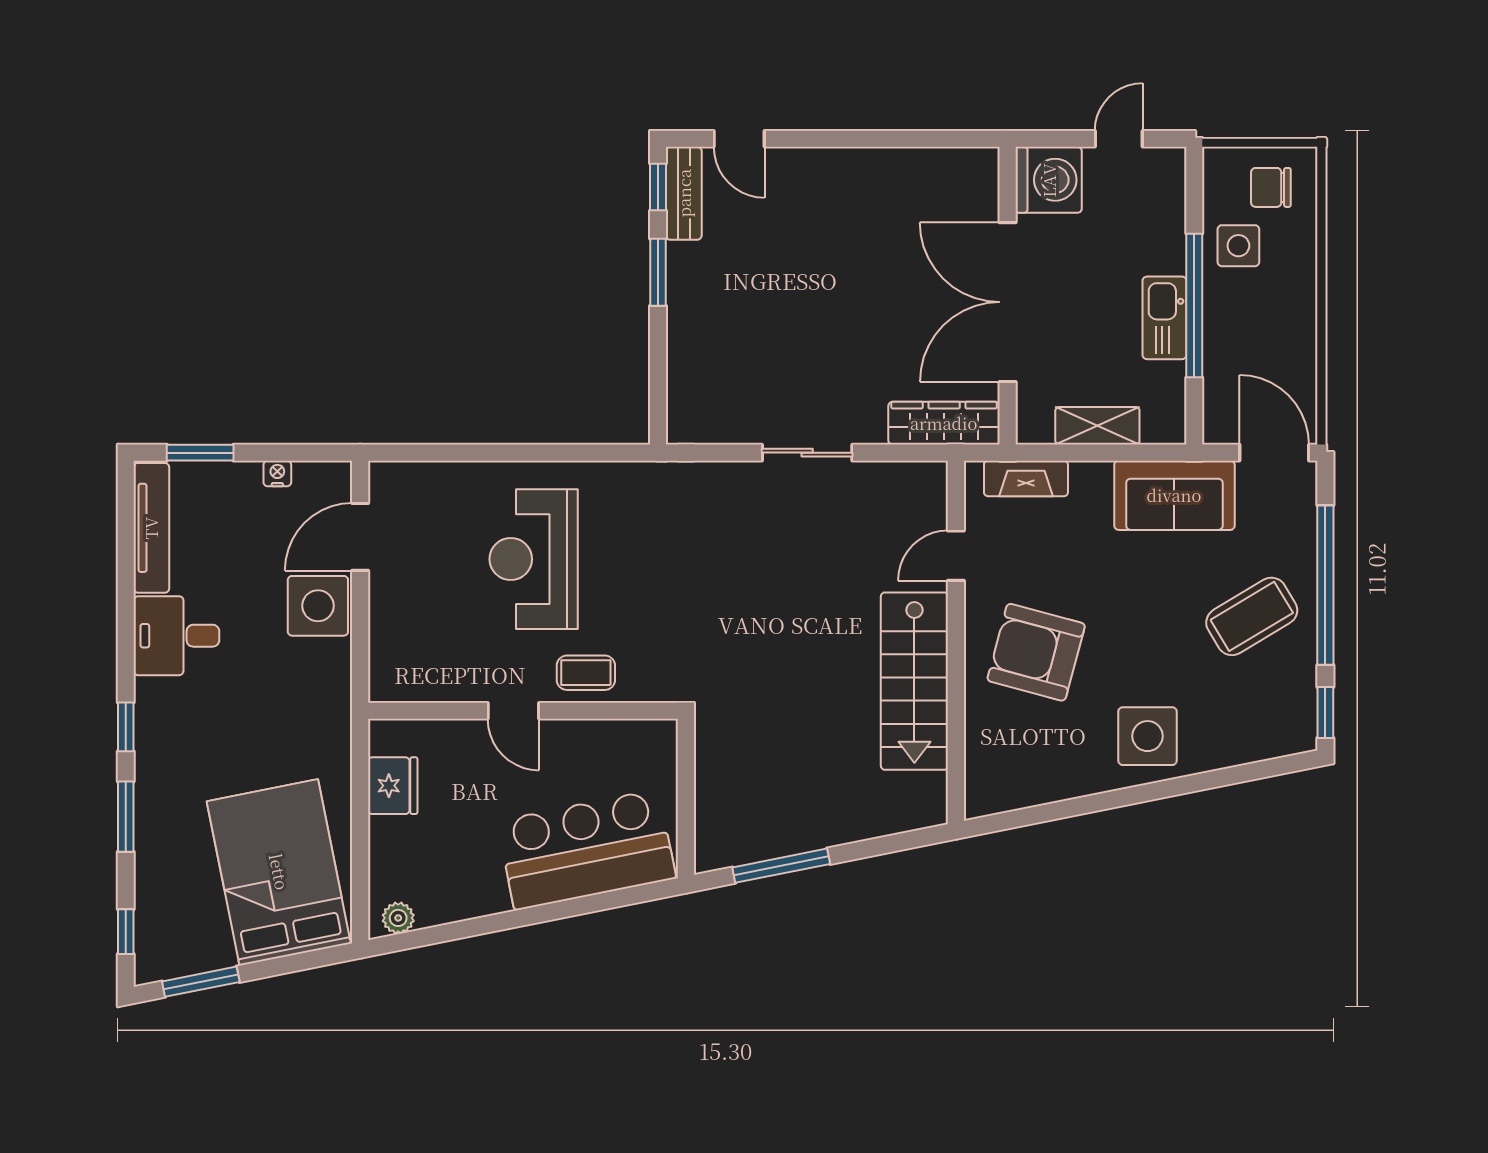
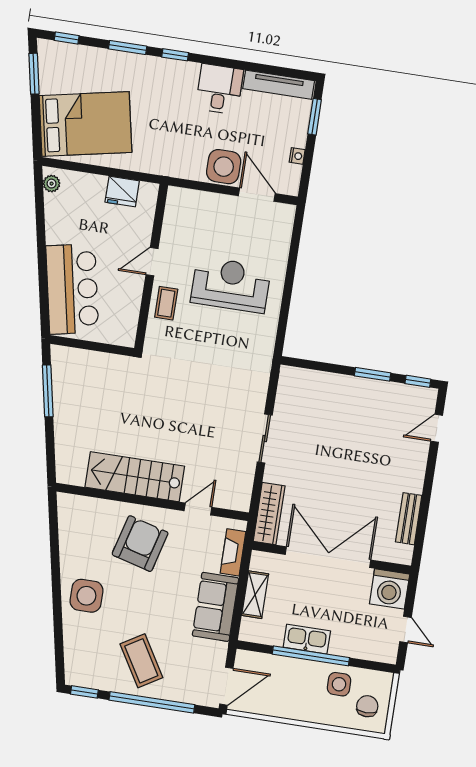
bench: (684, 193) -> (409, 519), moved, turned 90
sofa: (1174, 495) -> (215, 607), moved
door: (956, 556) -> (198, 509), hinge flipped

